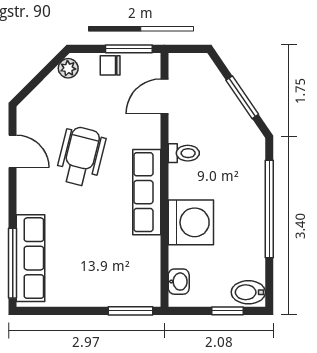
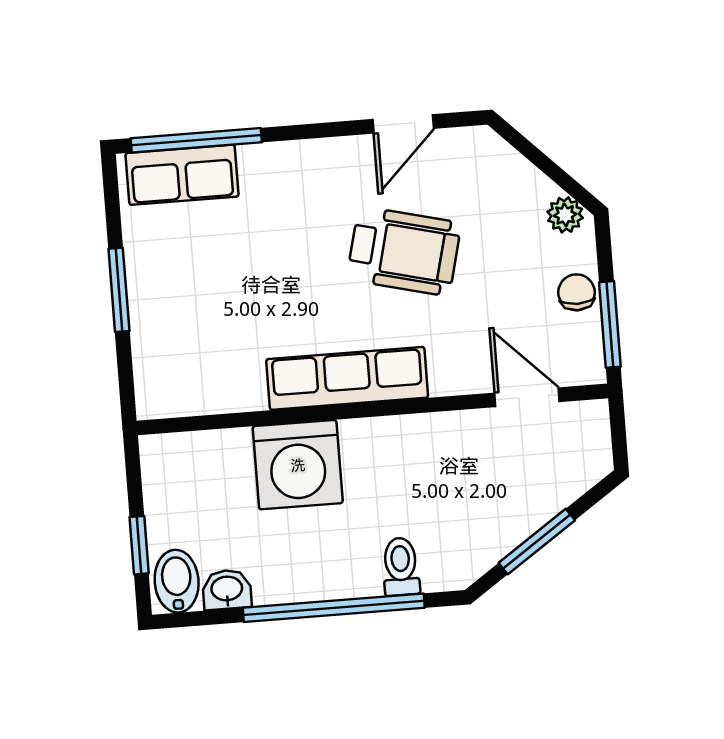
toilet: (184, 153) -> (401, 567), moved, turned 180
row of seats: (31, 258) -> (182, 175), width x0.68
washbasin: (179, 282) -> (227, 590), moved, turned 180
window: (131, 311) -> (119, 290), moved

